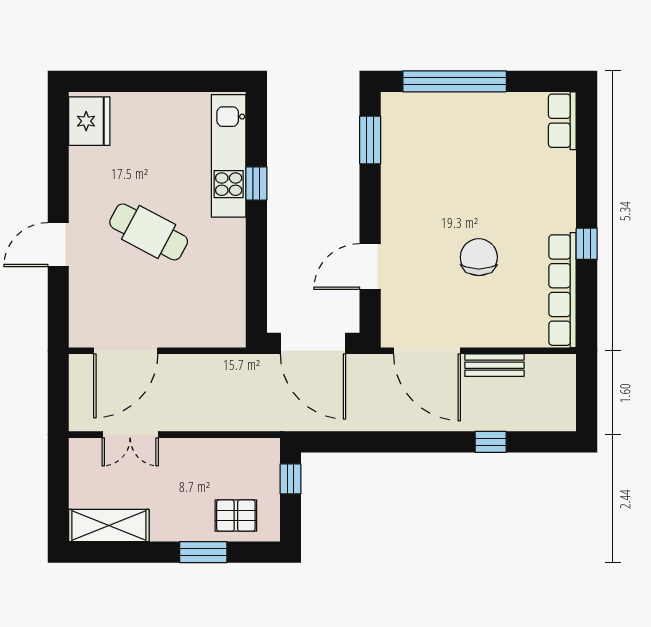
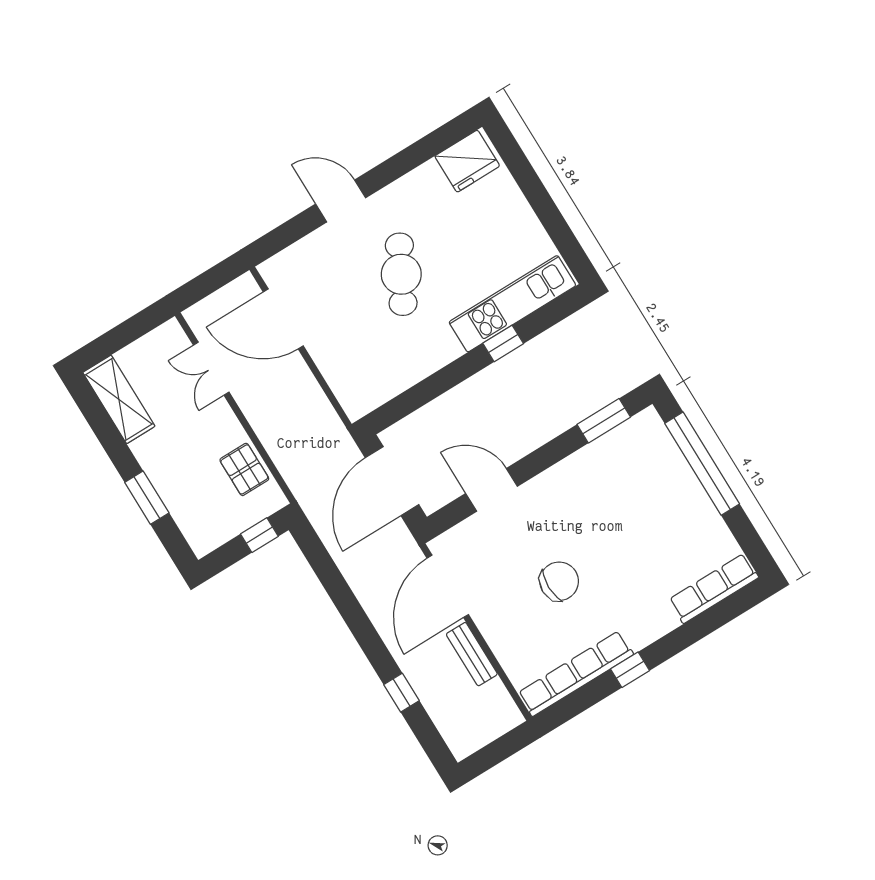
row of seats: (562, 121) -> (714, 588), width x1.48
pallet: (236, 516) -> (244, 469), moved

